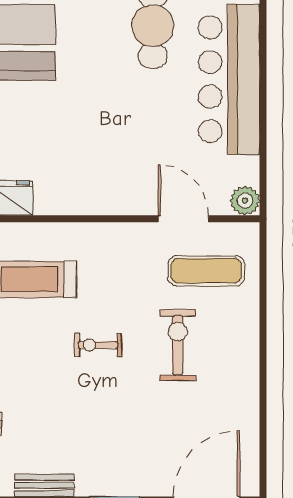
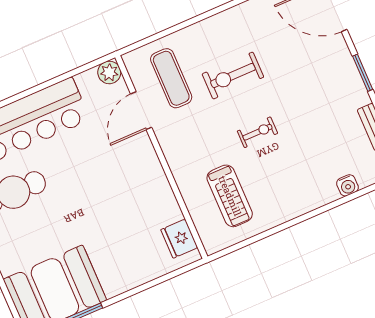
exercise bike: (98, 345) -> (257, 132), turned -90

